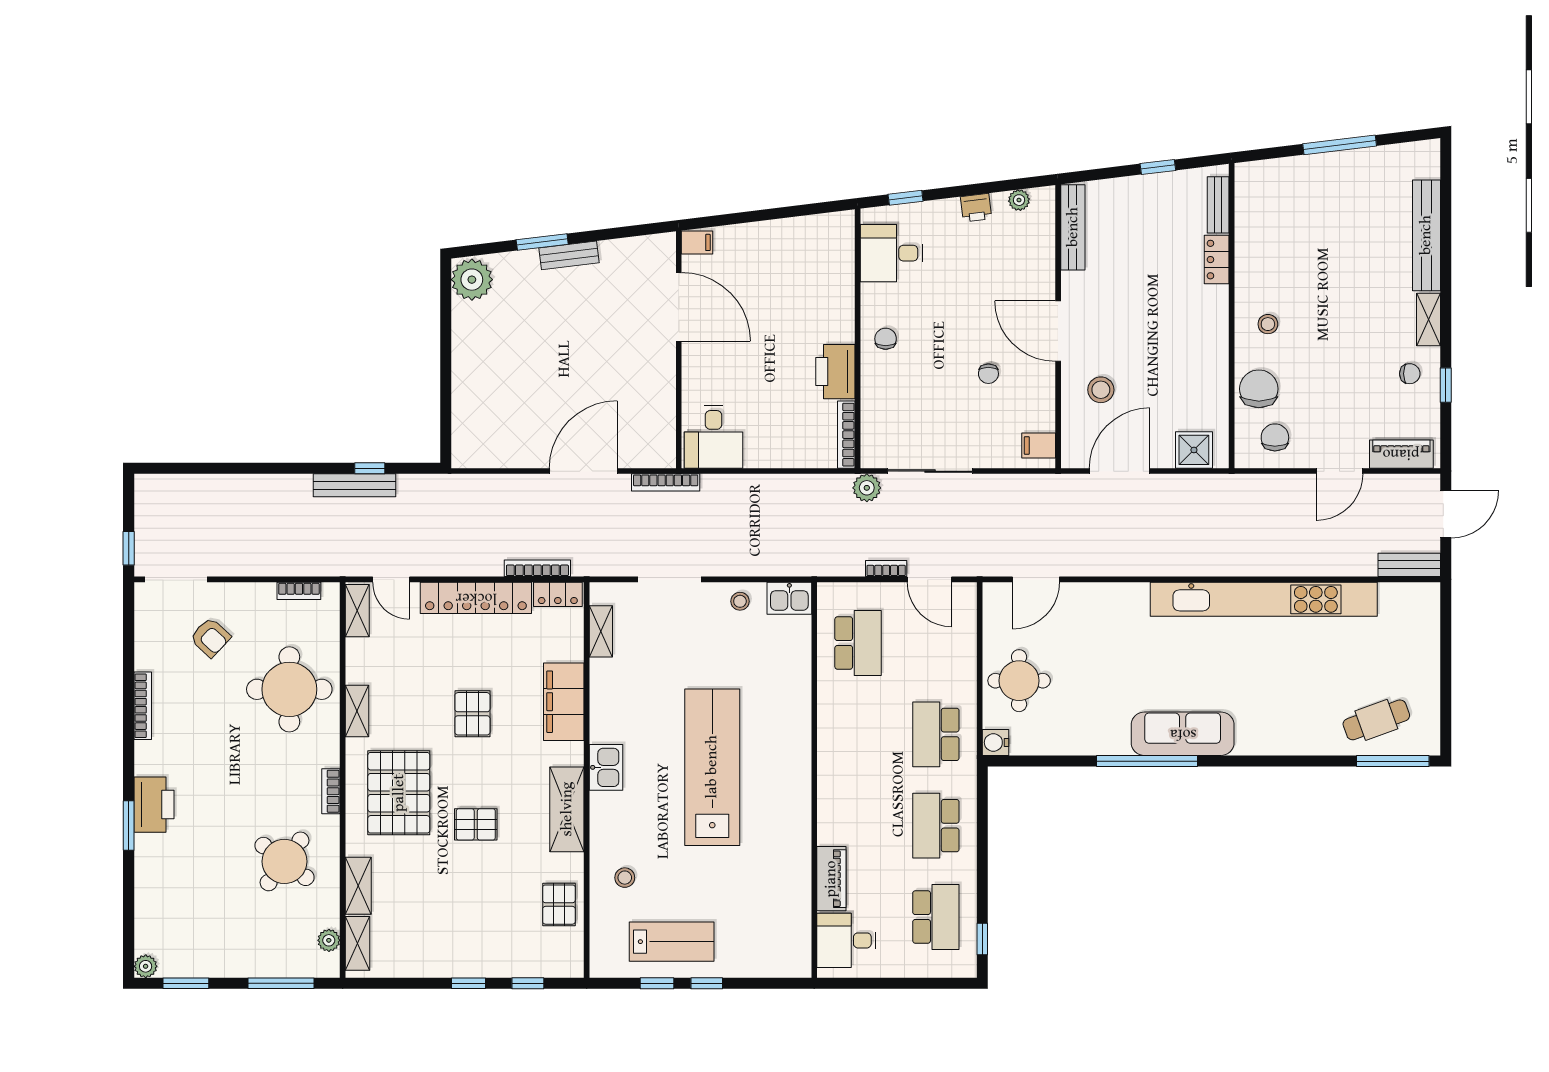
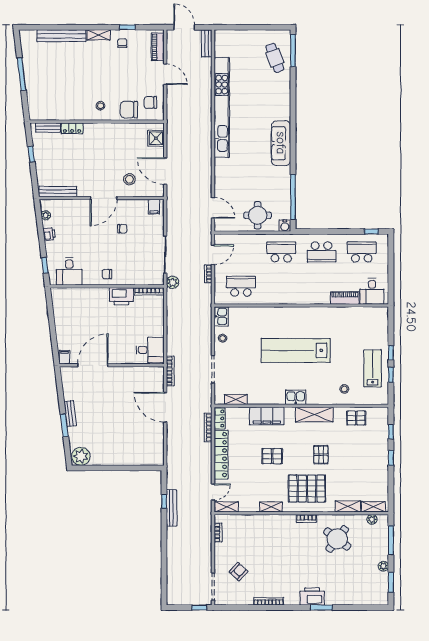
round table: (289, 689) -> (261, 537), removed
school desk: (936, 734) -> (281, 252), turned 180
window: (1147, 761) -> (293, 197), moved
plant: (146, 966) -> (383, 566), moved

